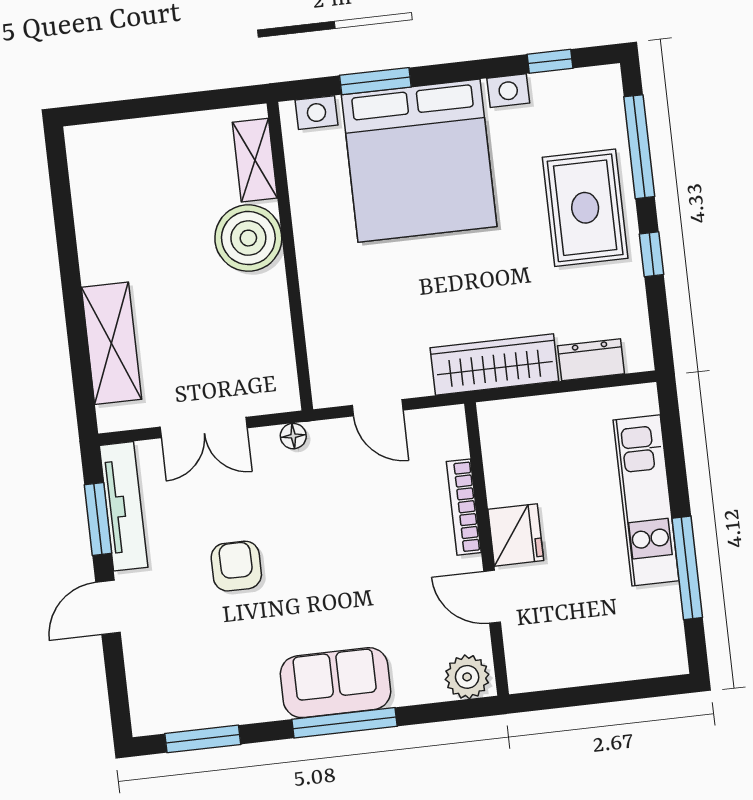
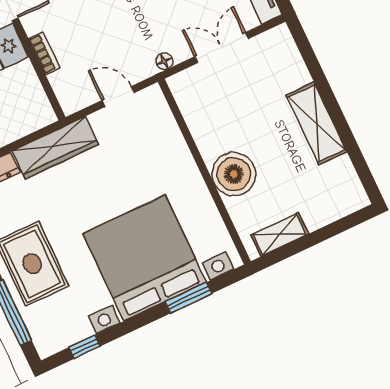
shelving: (255, 160) -> (280, 235), moved, turned 90
shelving: (112, 343) -> (317, 123), moved
bookcase: (464, 507) -> (44, 53), width x0.64

